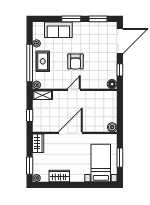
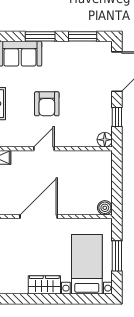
wardrobe: (59, 176) -> (44, 285), moved

